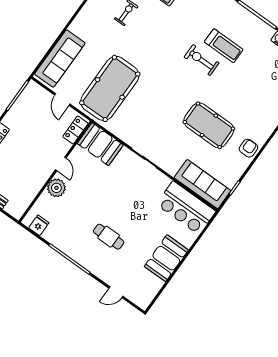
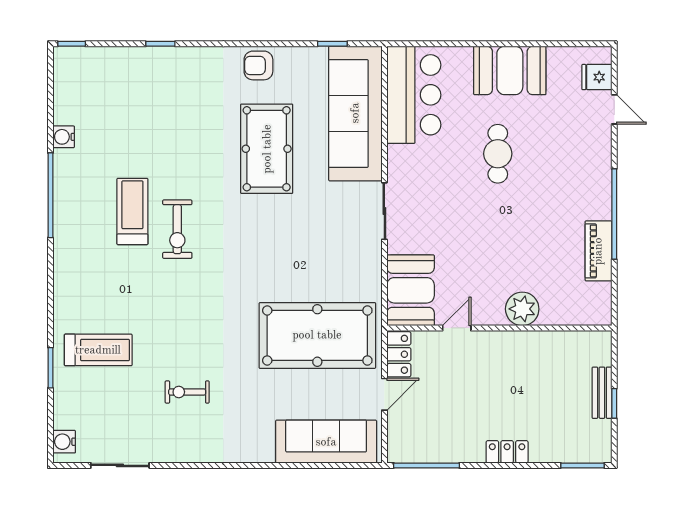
locker: (75, 130) -> (399, 354), moved, turned -90
door: (61, 164) -> (457, 328), moved
sofa: (202, 184) -> (355, 113), width x1.36, depth x1.27
fridge: (39, 225) -> (597, 77), moved
cafe table: (109, 237) -> (498, 154), moved
piano: (58, 240) -> (598, 251), added

